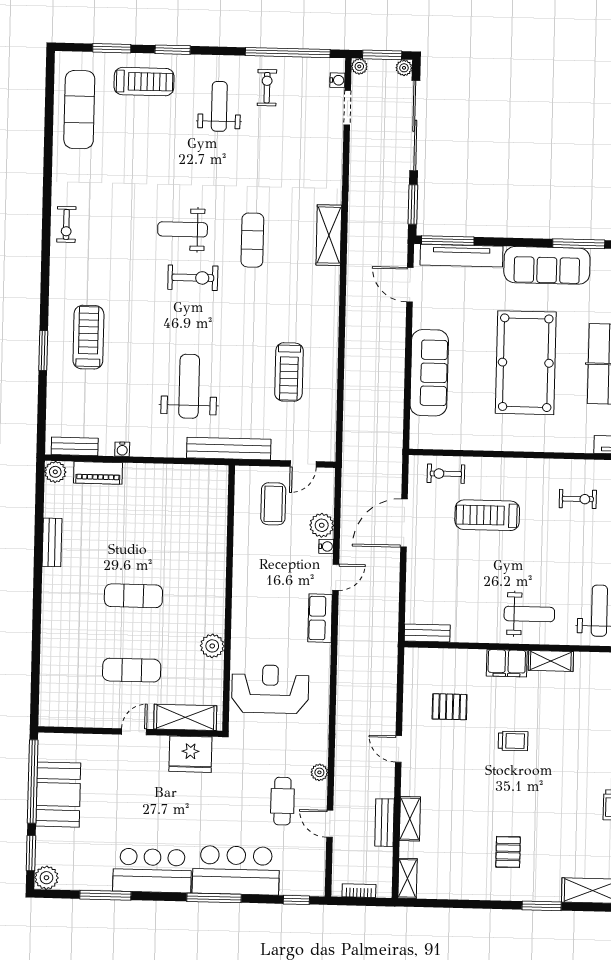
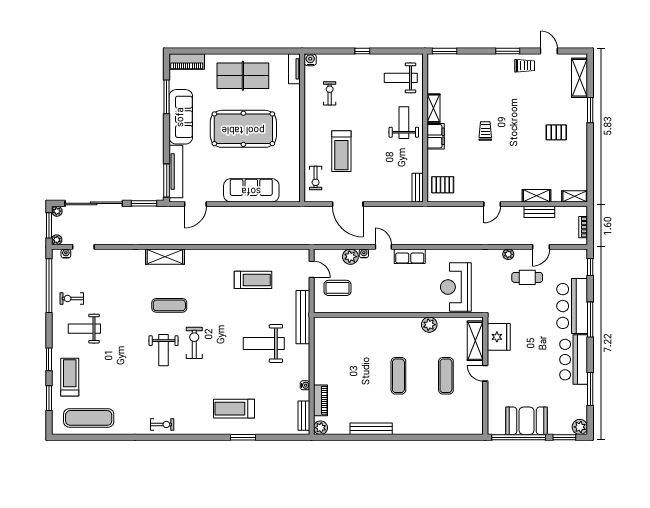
bench: (52, 542) -> (371, 429), width x1.36
pallet: (450, 707) -> (443, 185), moved, turned 90

